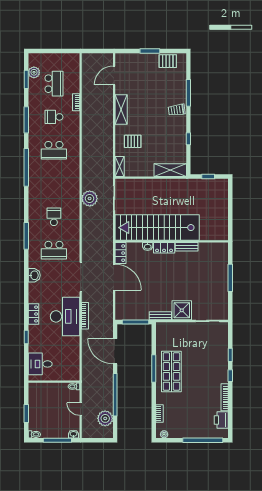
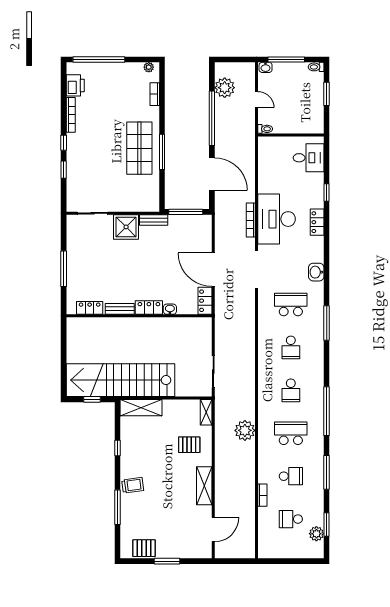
school desk: (54, 84) -> (291, 519), width x0.54
school desk: (54, 184) -> (291, 390), added
plant: (90, 198) -> (245, 430), moved
stairs: (157, 228) -> (120, 380), moved, turned 180
locker: (210, 248) -> (90, 308), added

